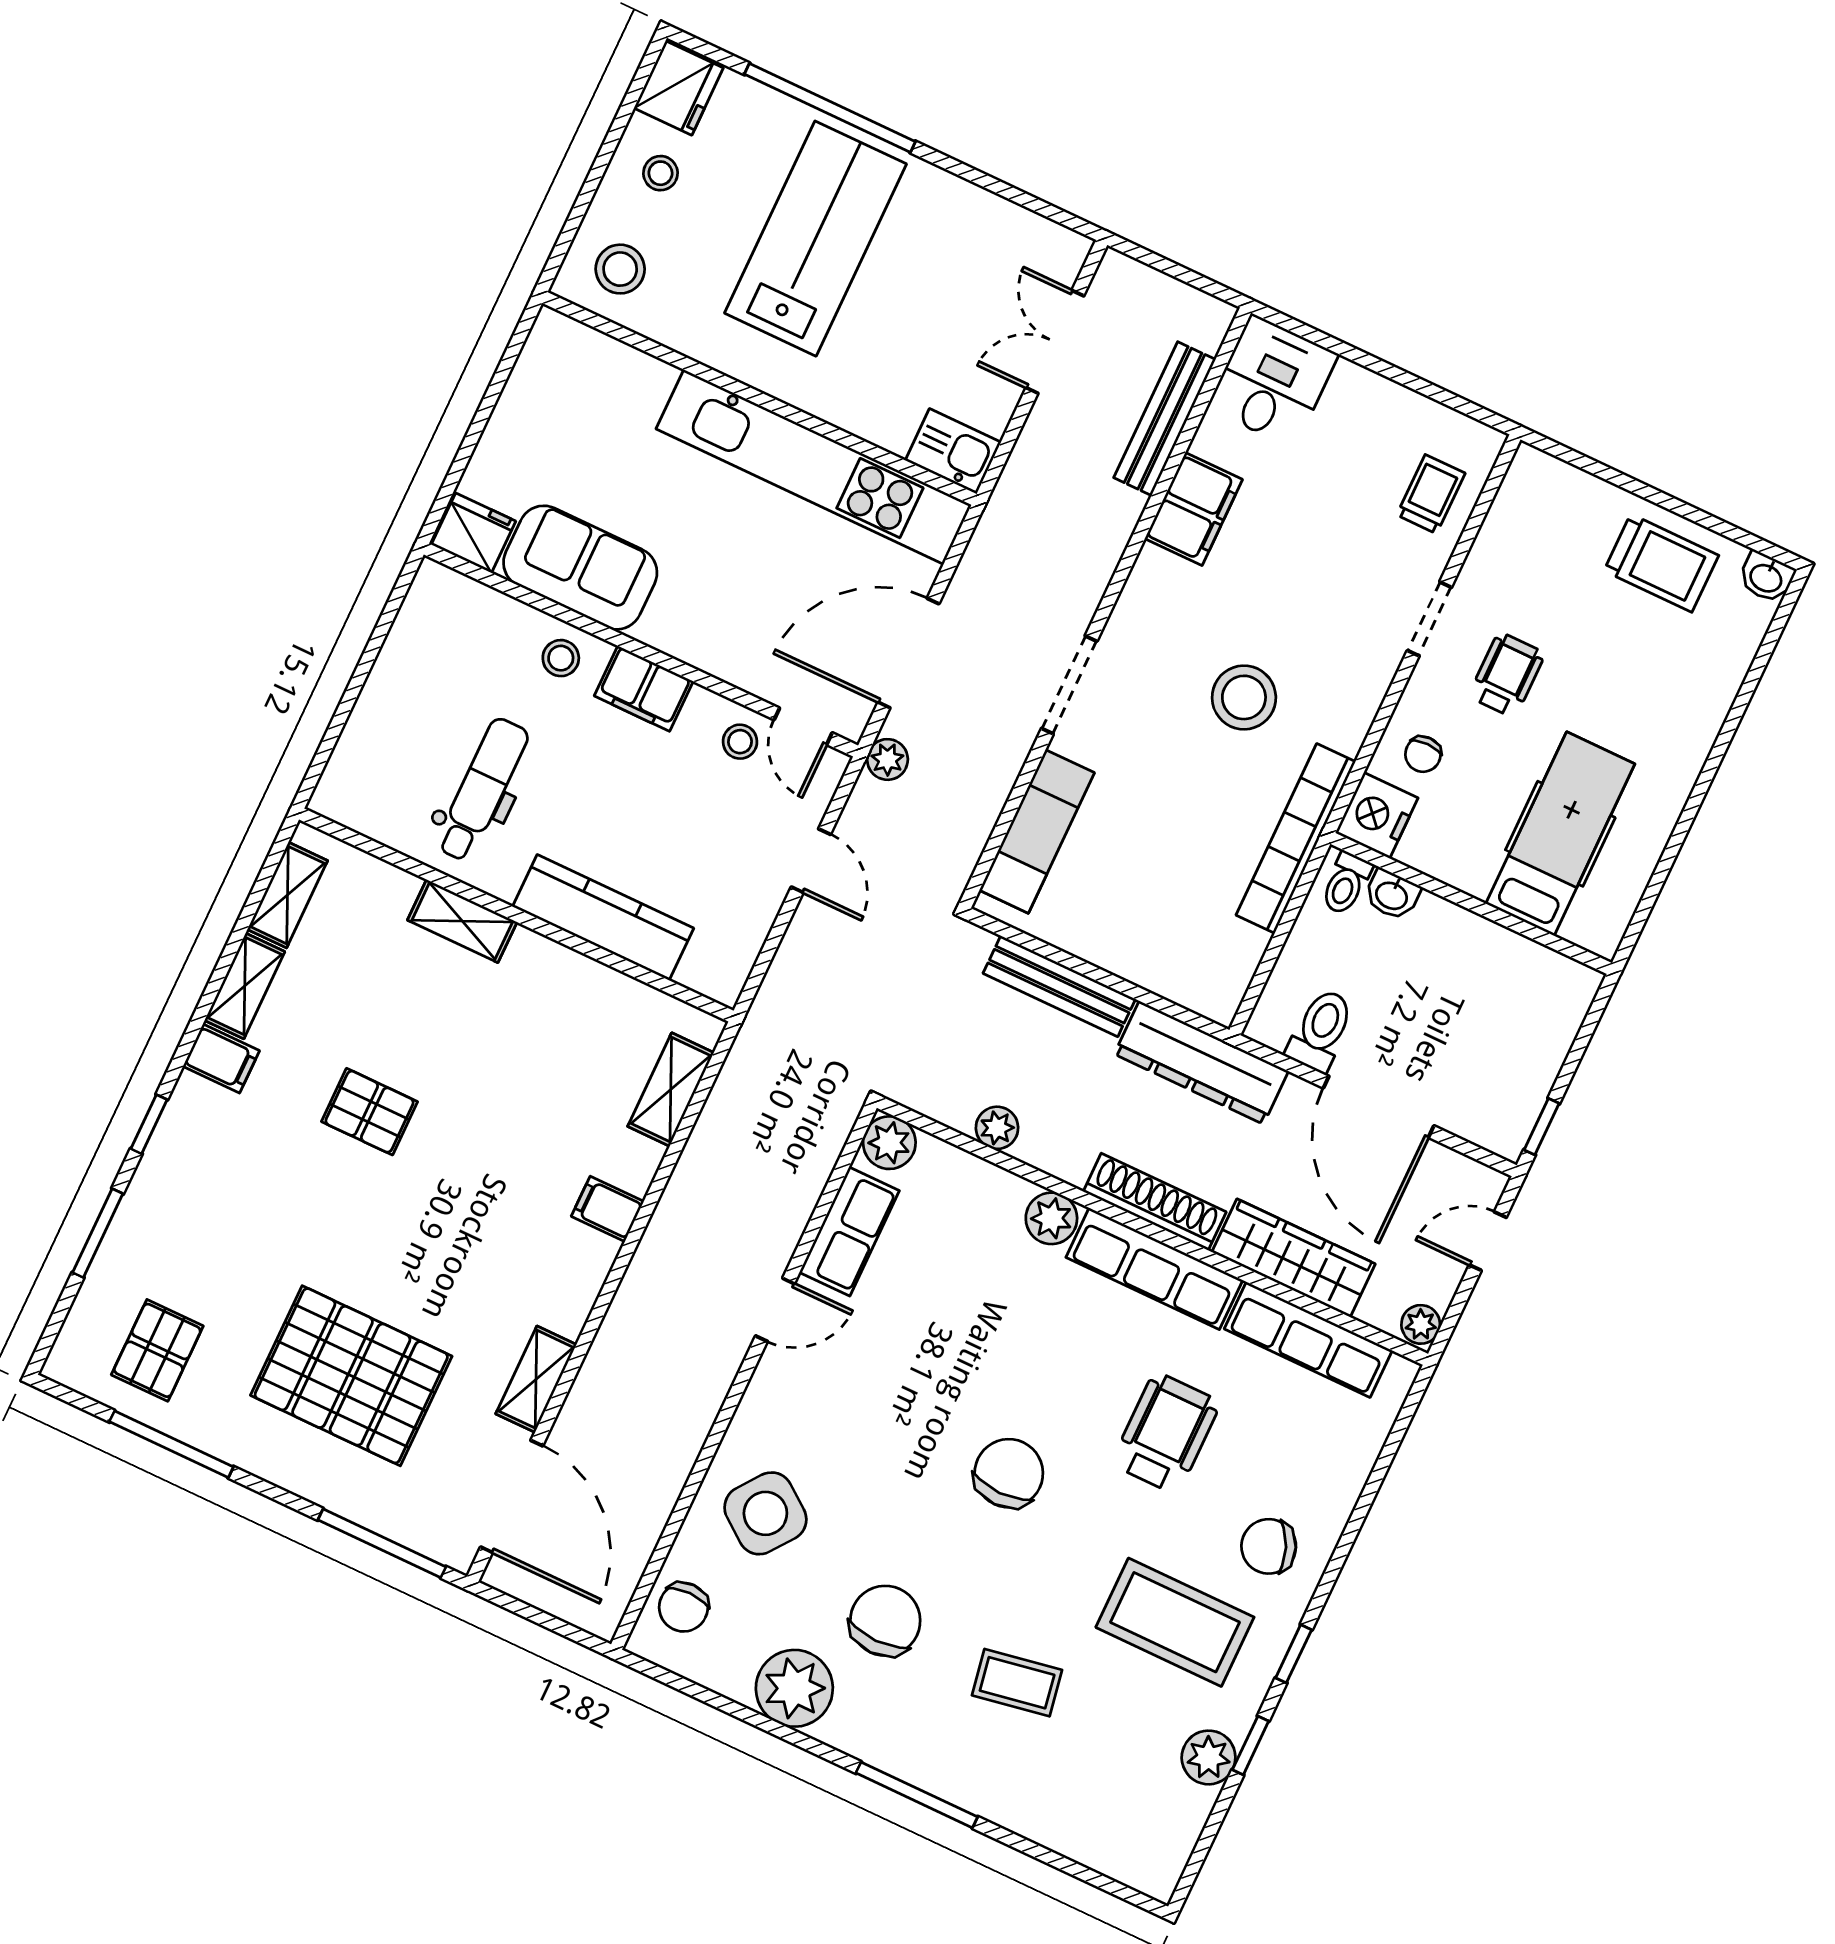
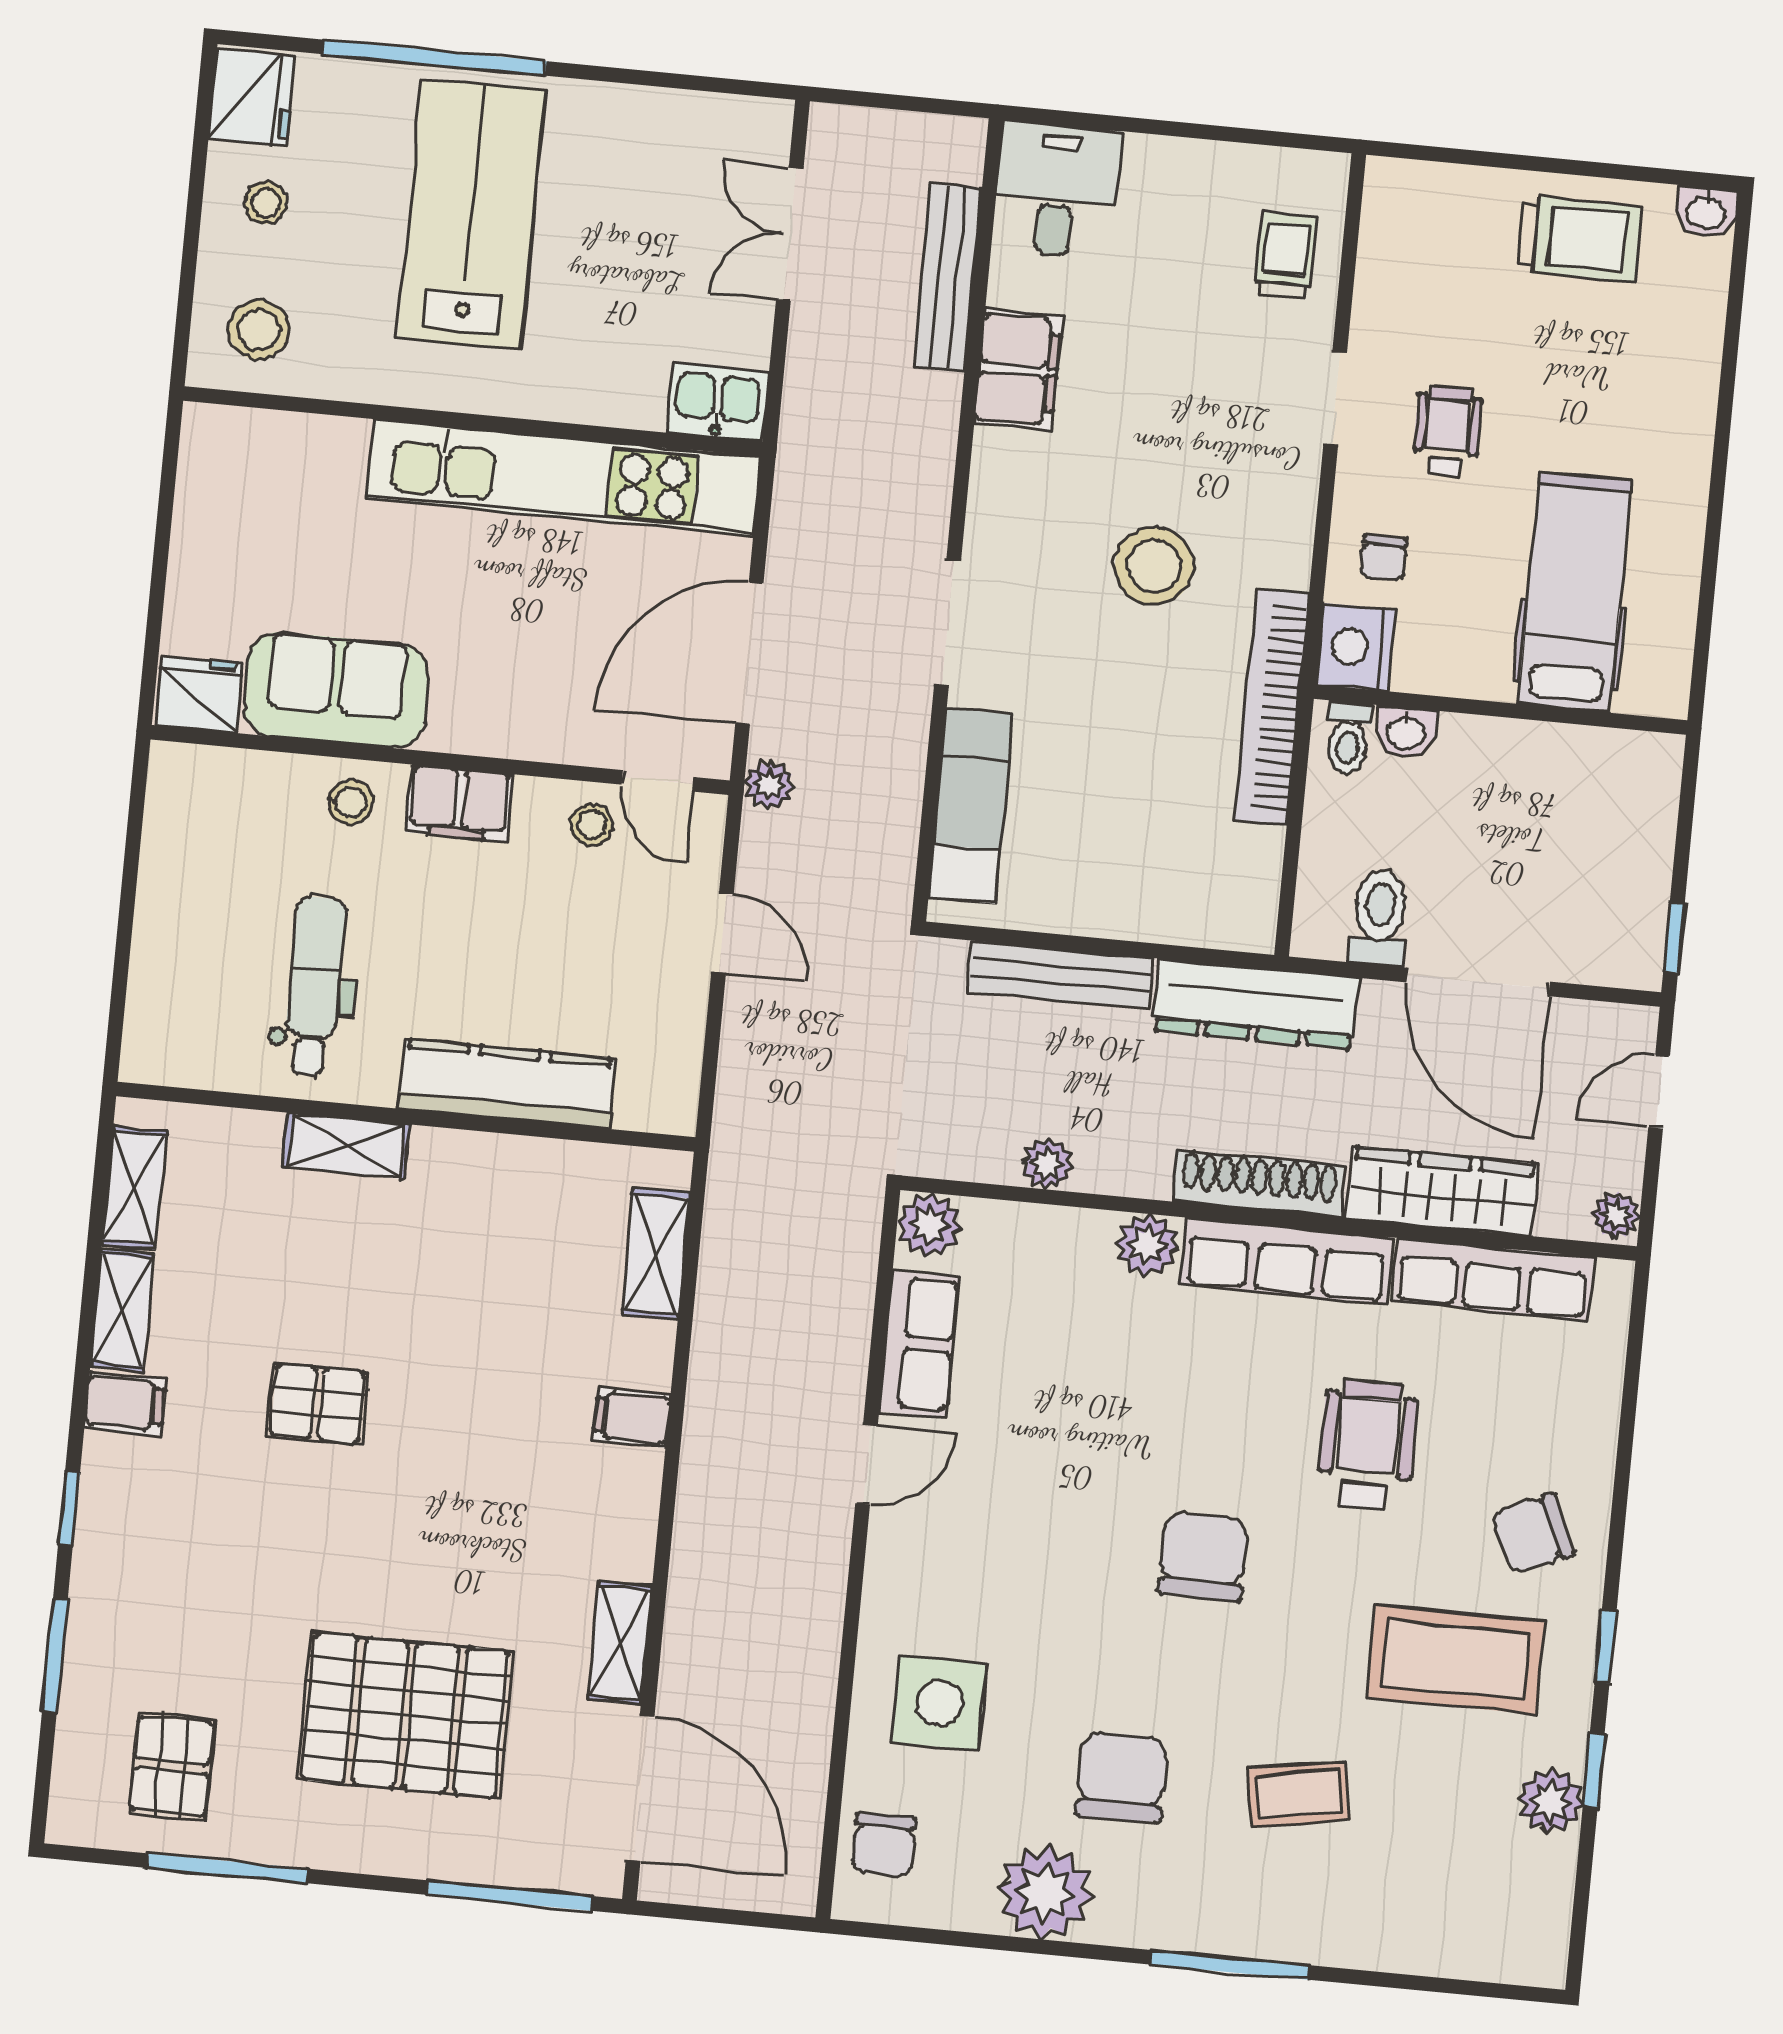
side table: (765, 1513) -> (939, 1703), turned -37

